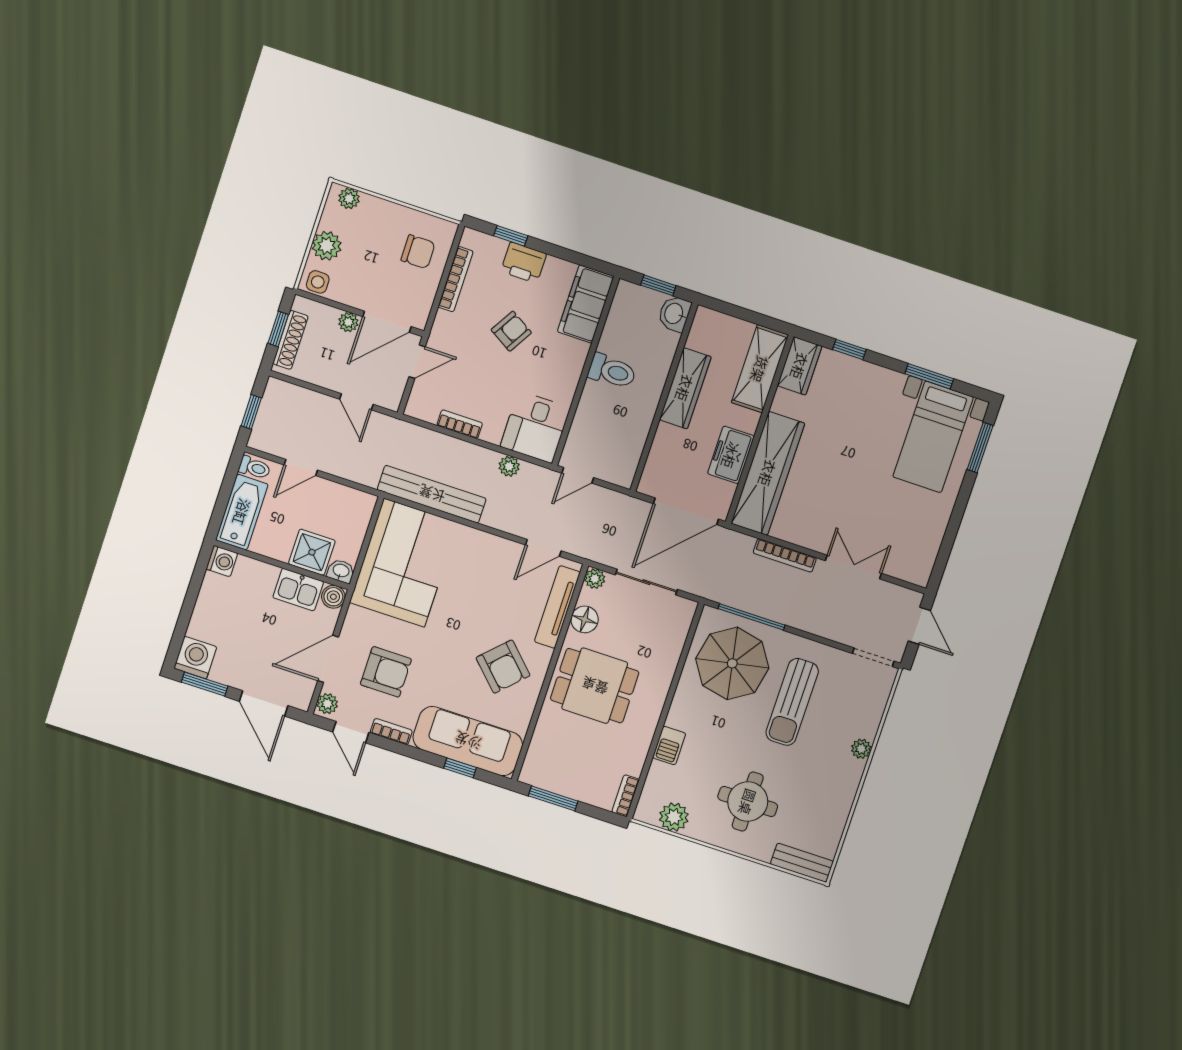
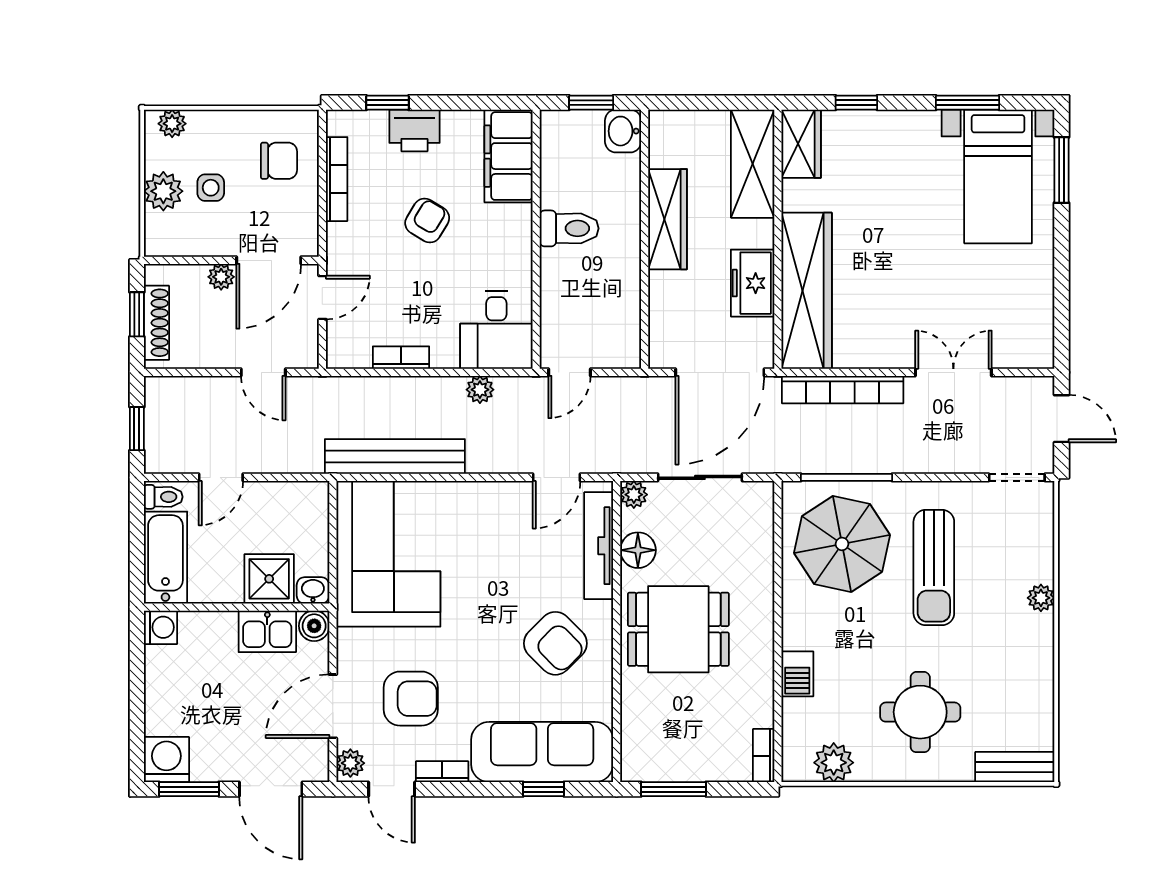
side table: (318, 282) -> (211, 188), moved
bookcase: (785, 555) -> (843, 390), width x1.48, depth x1.31

